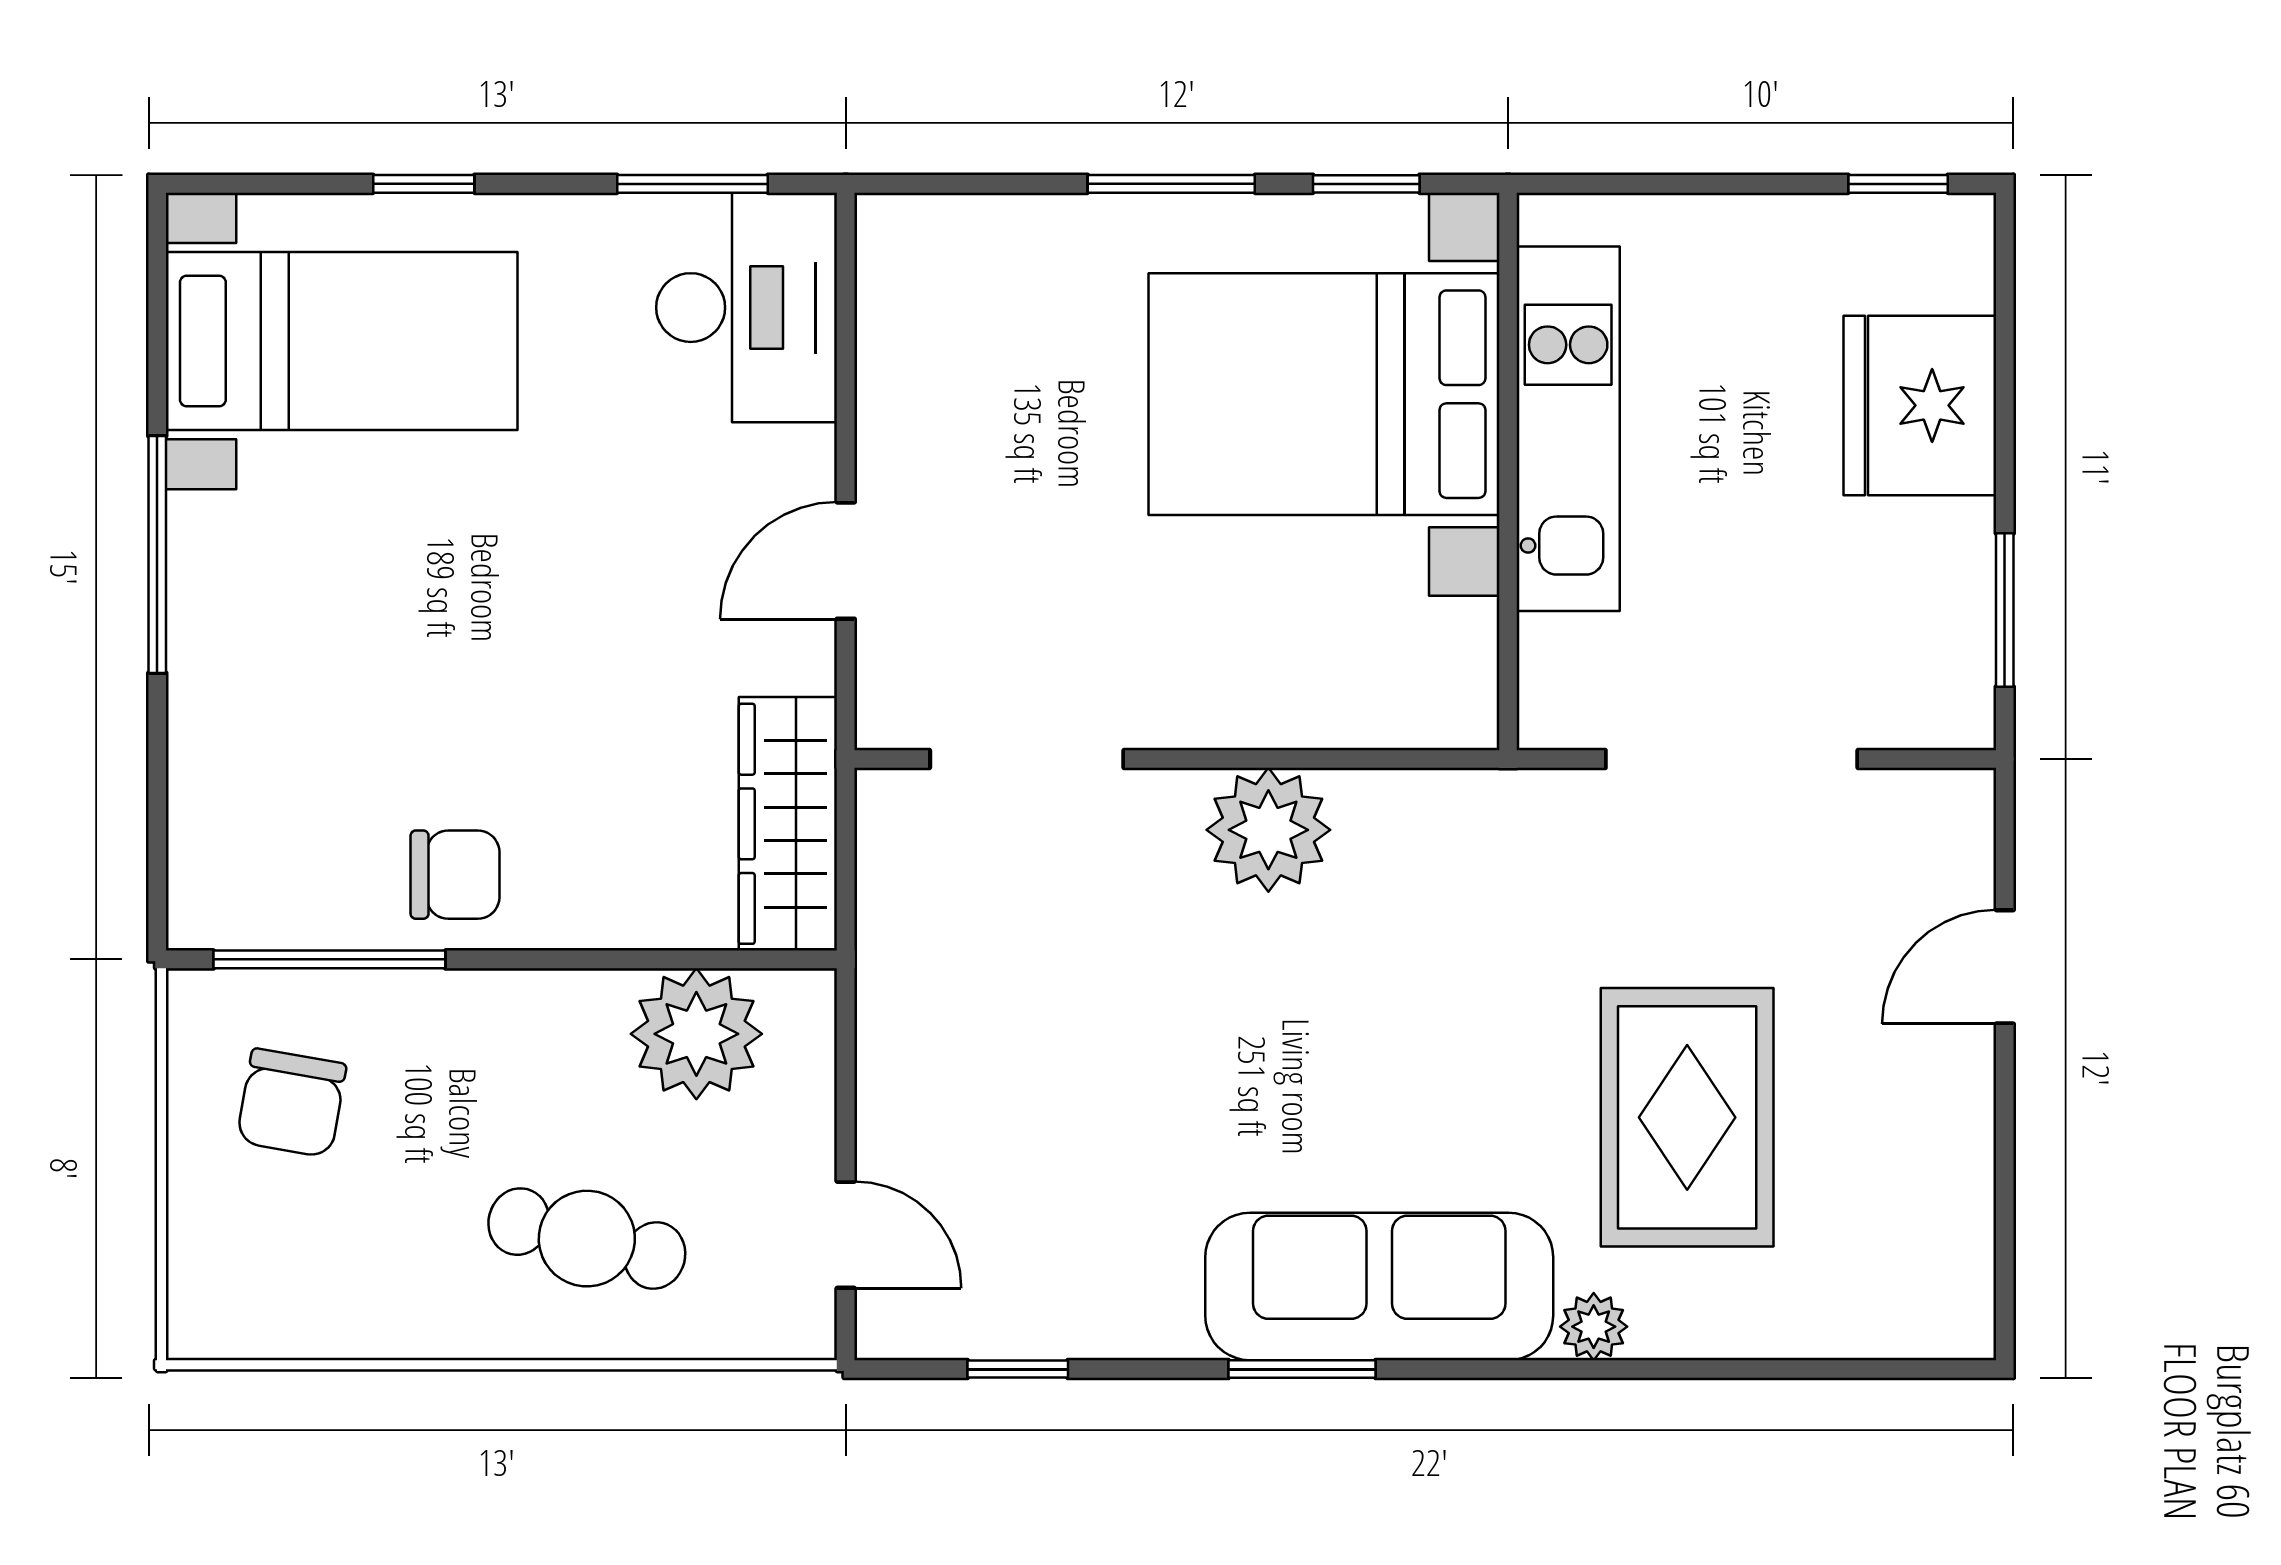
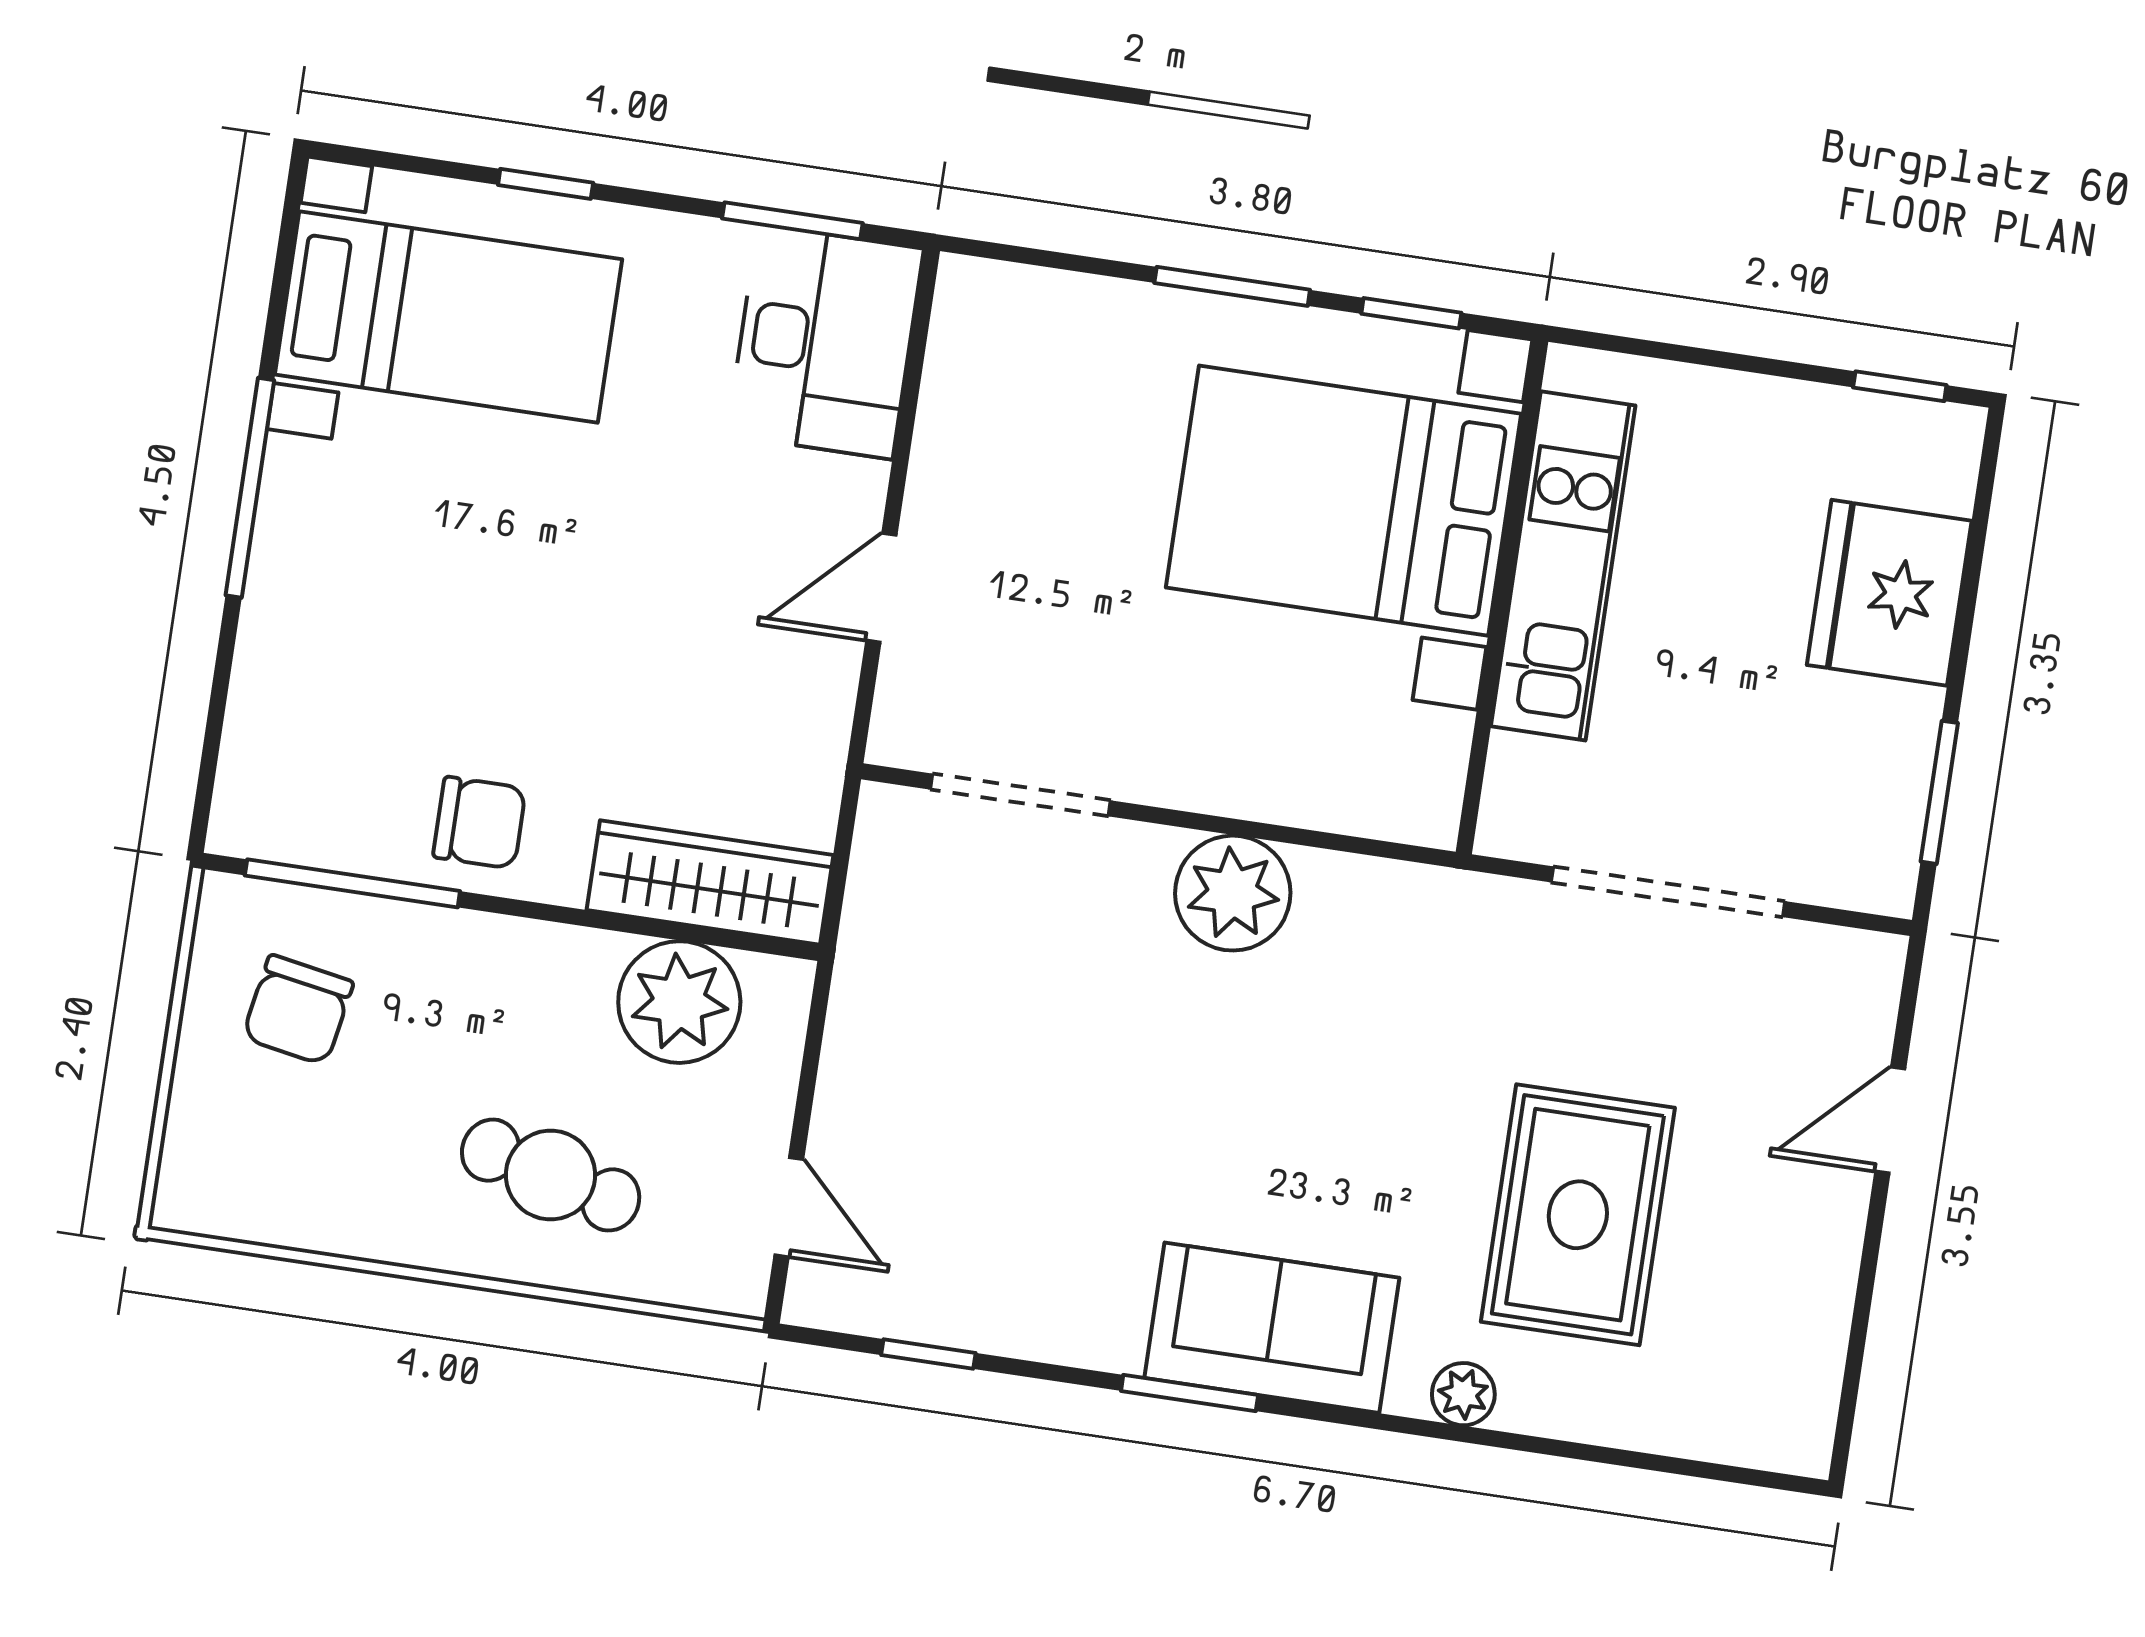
wardrobe: (788, 824) -> (710, 883), moved, turned 90
sofa: (1379, 1286) -> (1272, 1328), width x0.73

